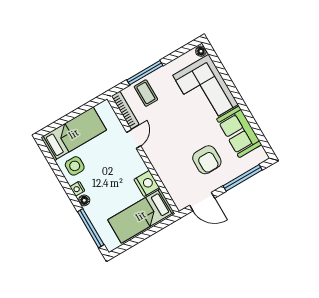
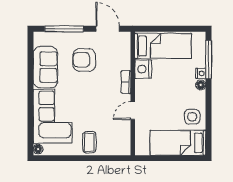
window: (145, 73) -> (93, 158), removed
coffee table: (146, 93) -> (89, 142), moved
bookcase: (125, 110) -> (126, 82), moved, width x0.64
armchair: (207, 160) -> (84, 60), turned -90
nightstand: (77, 189) -> (201, 73), moved

